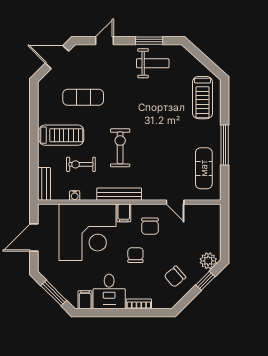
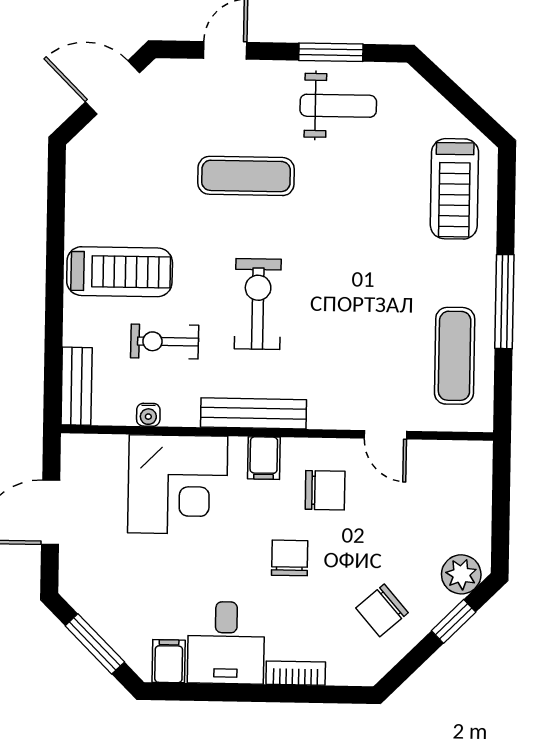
exercise mat: (83, 97) -> (246, 176), moved
chair: (150, 226) -> (325, 490), turned -90
corner desk: (88, 232) -> (178, 485), width x0.74, depth x0.74

